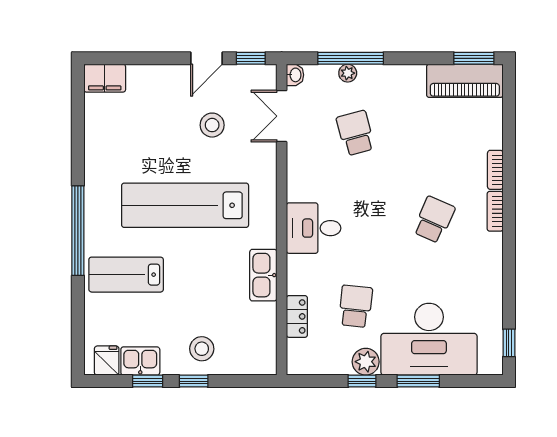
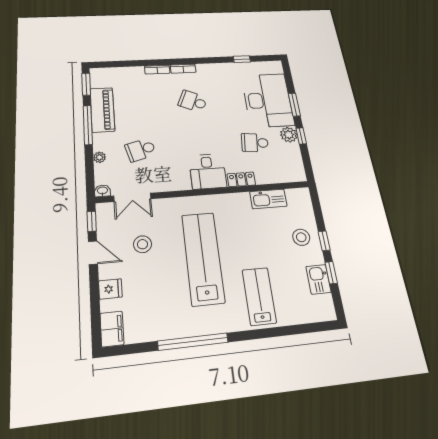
window: (351, 58) -> (88, 125), moved
piano: (465, 81) -> (102, 110), moved
lab bench: (185, 205) -> (203, 258), turned 180
window: (78, 231) -> (193, 342), moved
lab bench: (126, 275) -> (259, 296), turned 180
kitchen sink: (263, 275) -> (268, 199), moved
locker: (297, 316) -> (241, 179), moved
window: (509, 343) -> (242, 59), moved
fridge: (107, 361) -> (110, 289), moved, turned 180

